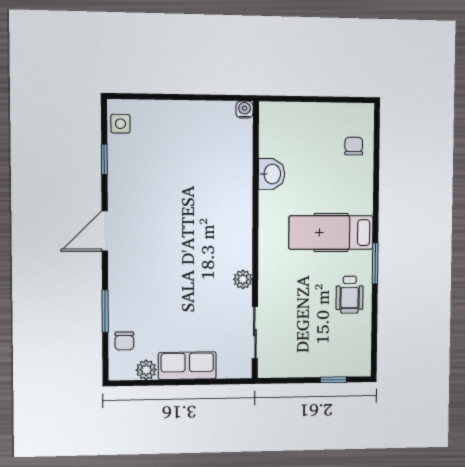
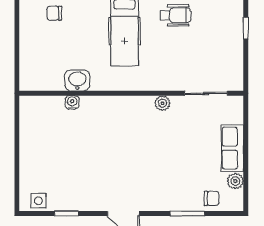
water cooler: (245, 110) -> (72, 102), moved, turned 90

